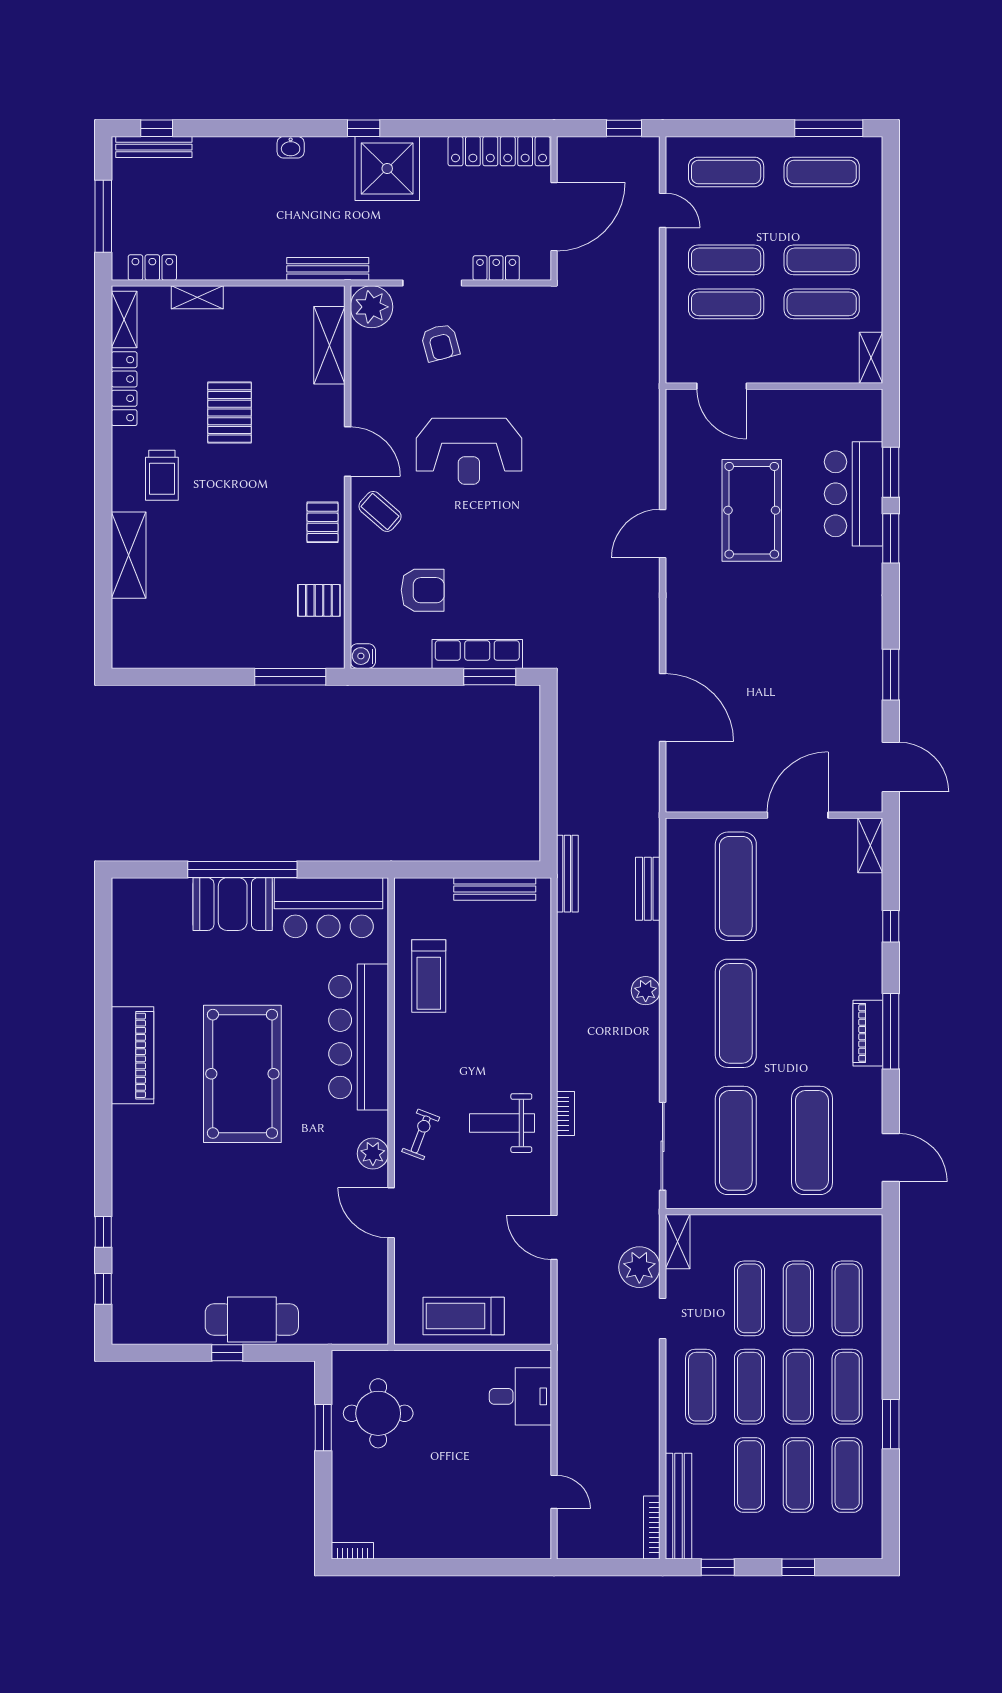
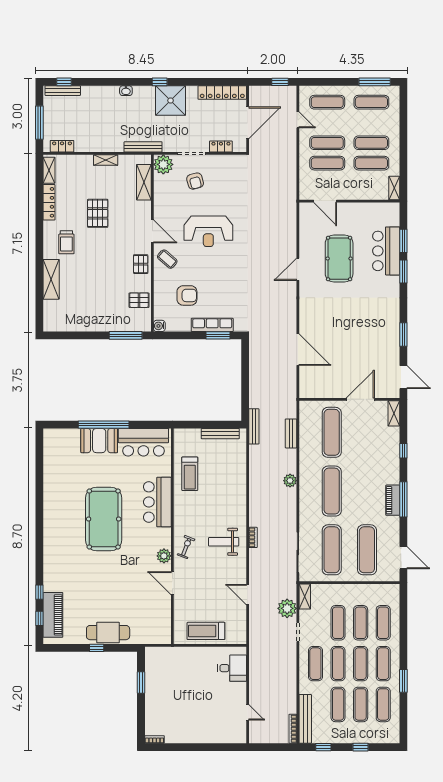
shelving: (197, 297) -> (106, 160), moved
bar counter: (359, 1037) -> (157, 502), width x0.73
piano: (133, 1055) -> (53, 615), moved
round table: (378, 1413) -> (166, 676), removed

